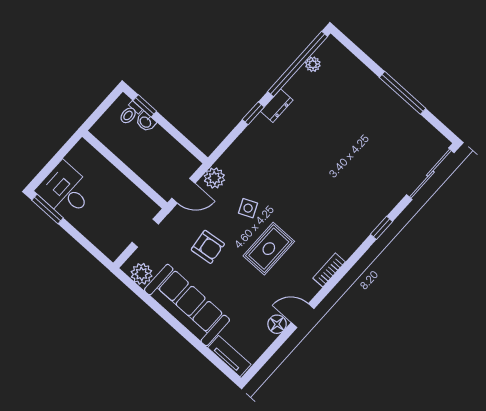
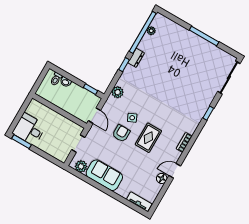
window: (145, 106) -> (90, 89), moved
plant: (214, 178) -> (118, 92), moved
door: (183, 191) -> (95, 116), hinge flipped
armchair: (208, 247) -> (121, 133), moved, turned -83
sofa: (187, 305) -> (104, 175), width x0.73

